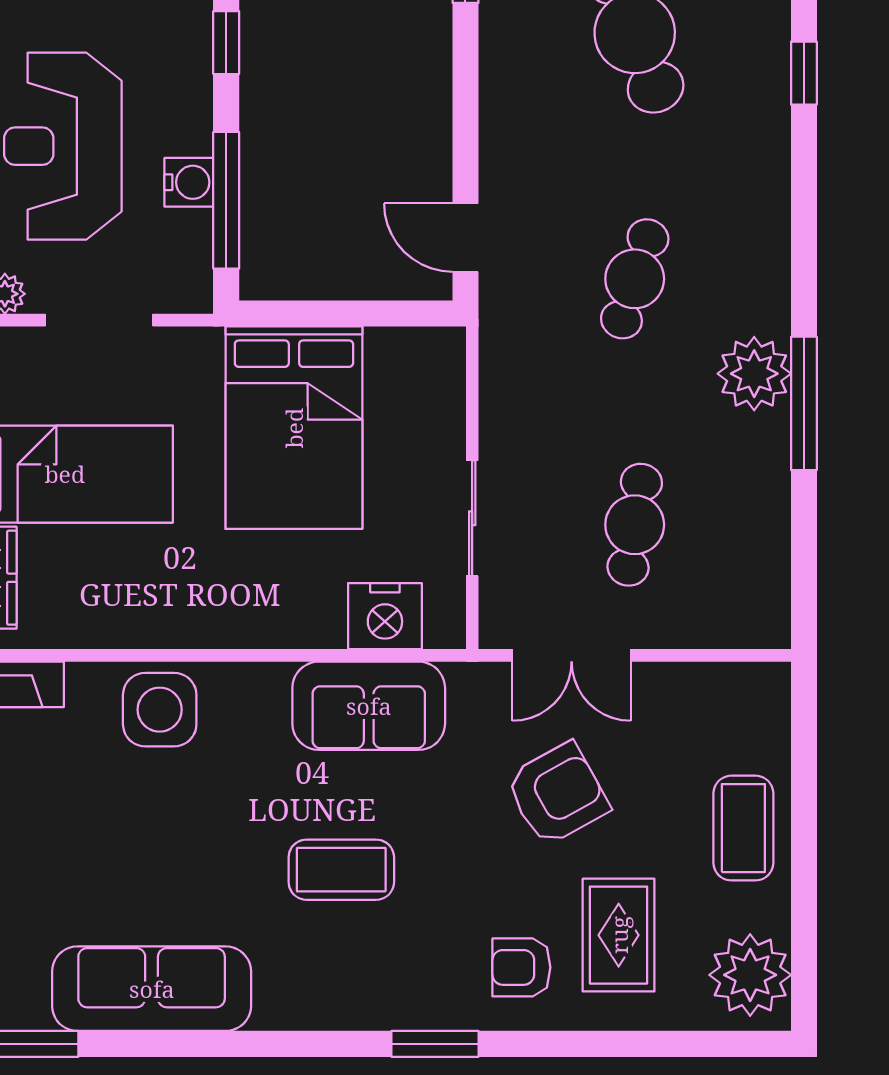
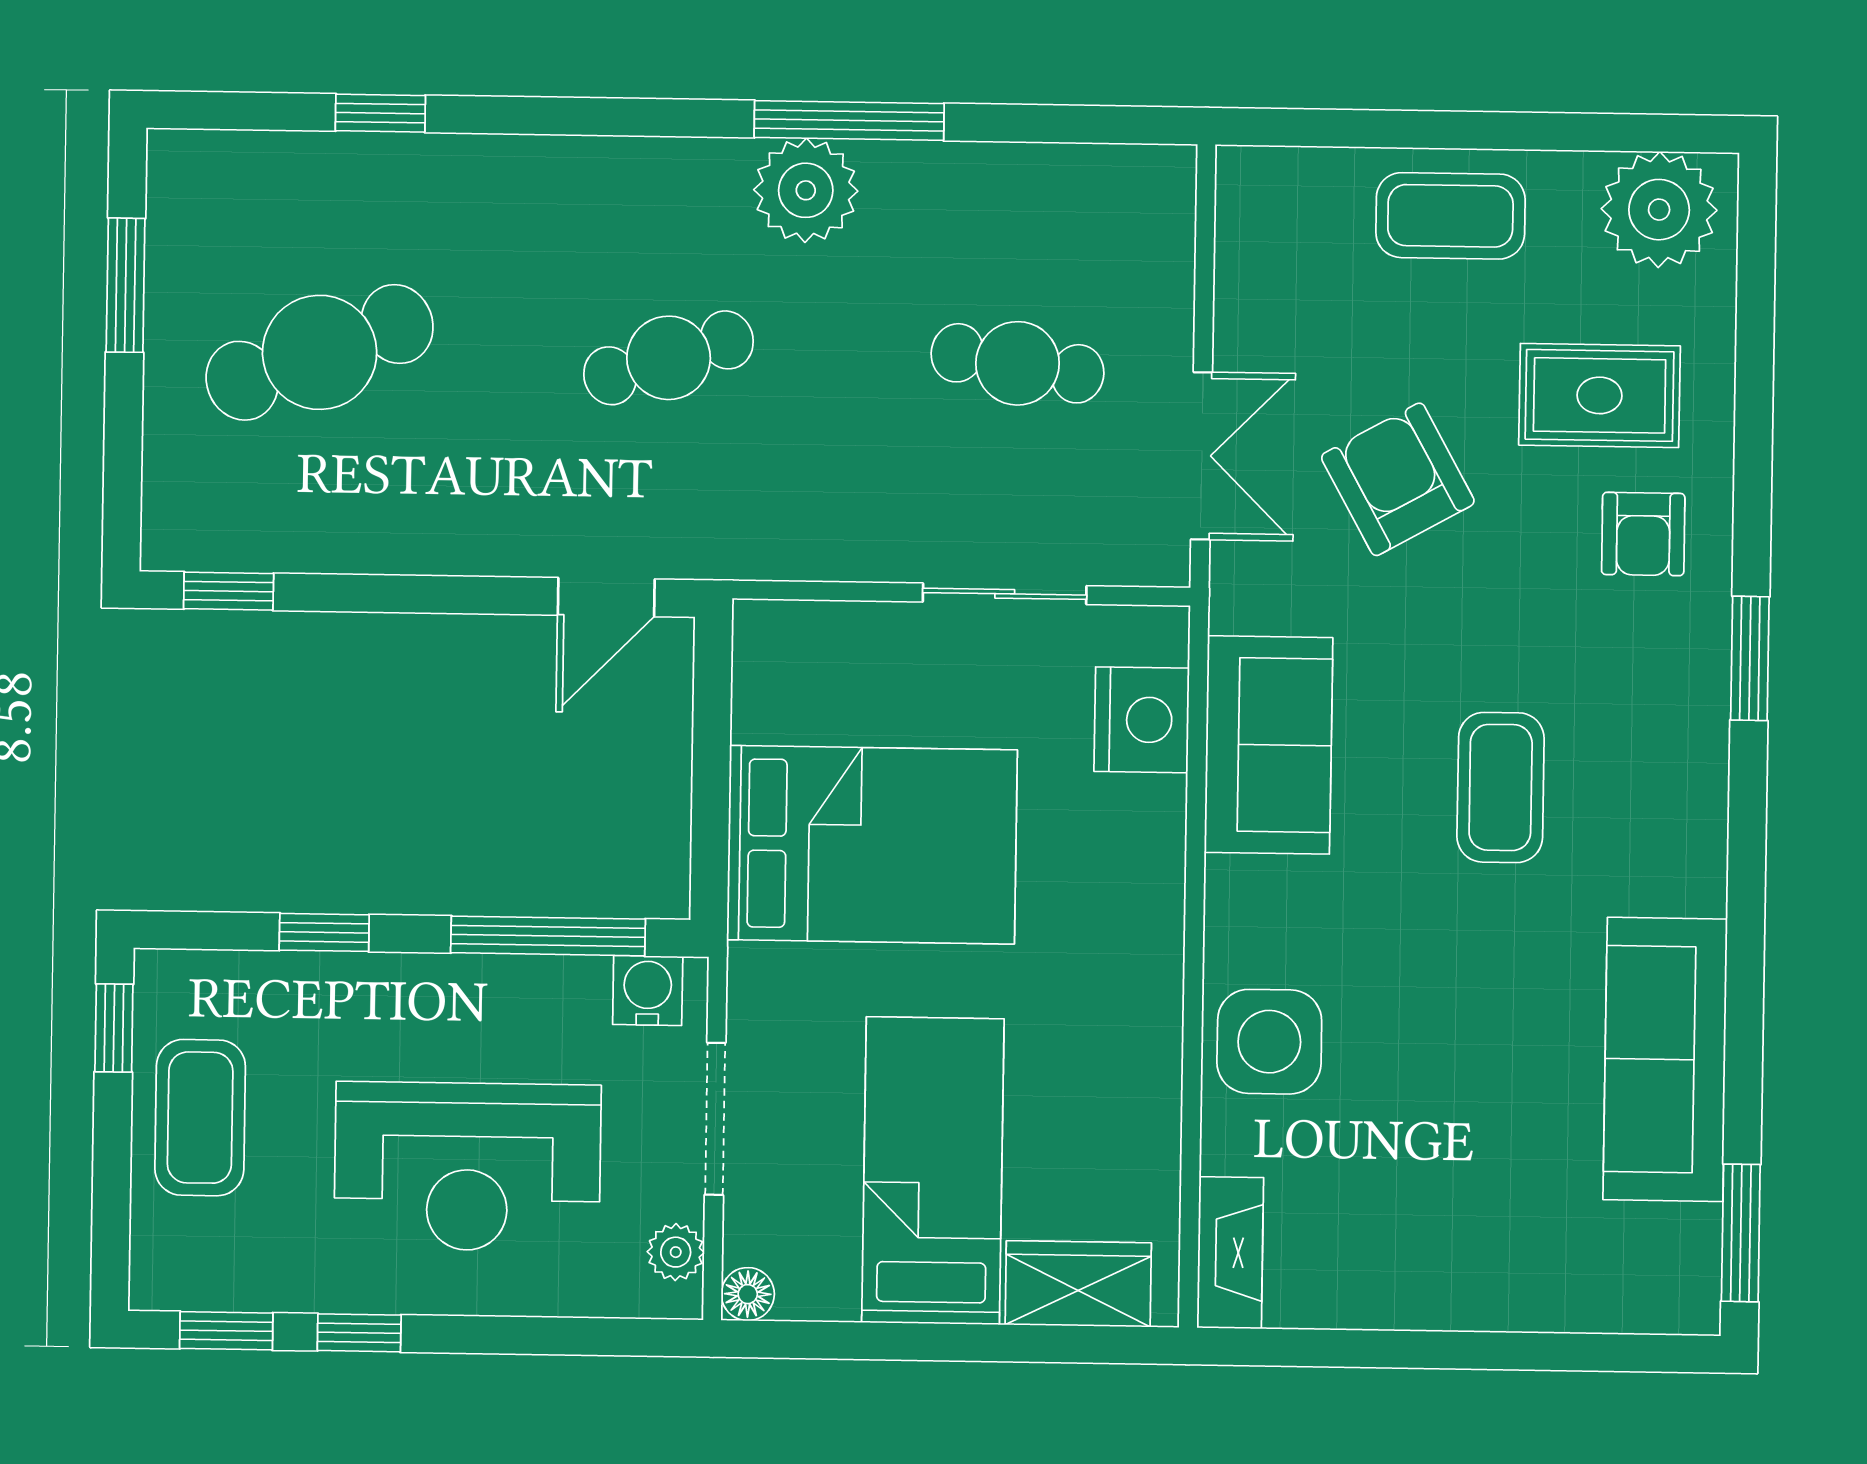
water cooler: (189, 182) -> (648, 990), moved
cafe table: (635, 279) -> (669, 358), turned -36

